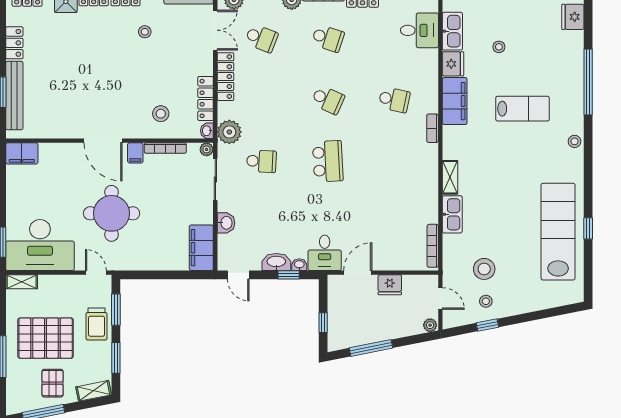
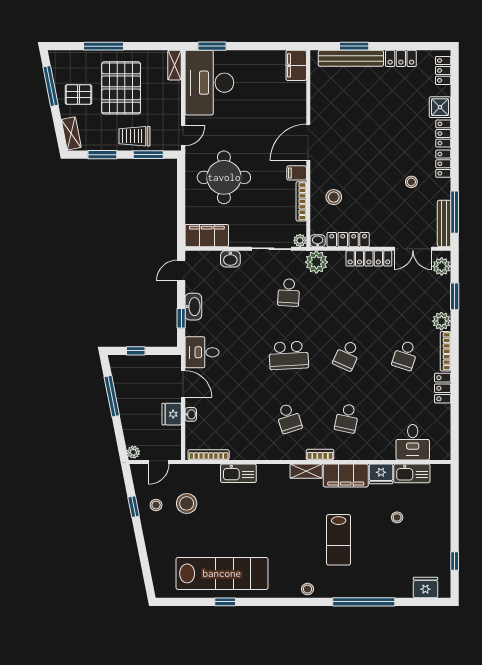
school desk: (261, 38) -> (289, 418), moved, turned -39
shelving: (450, 177) -> (306, 471), moved
round table: (112, 213) -> (224, 177), moved
washbasin: (299, 265) -> (191, 414), moved

